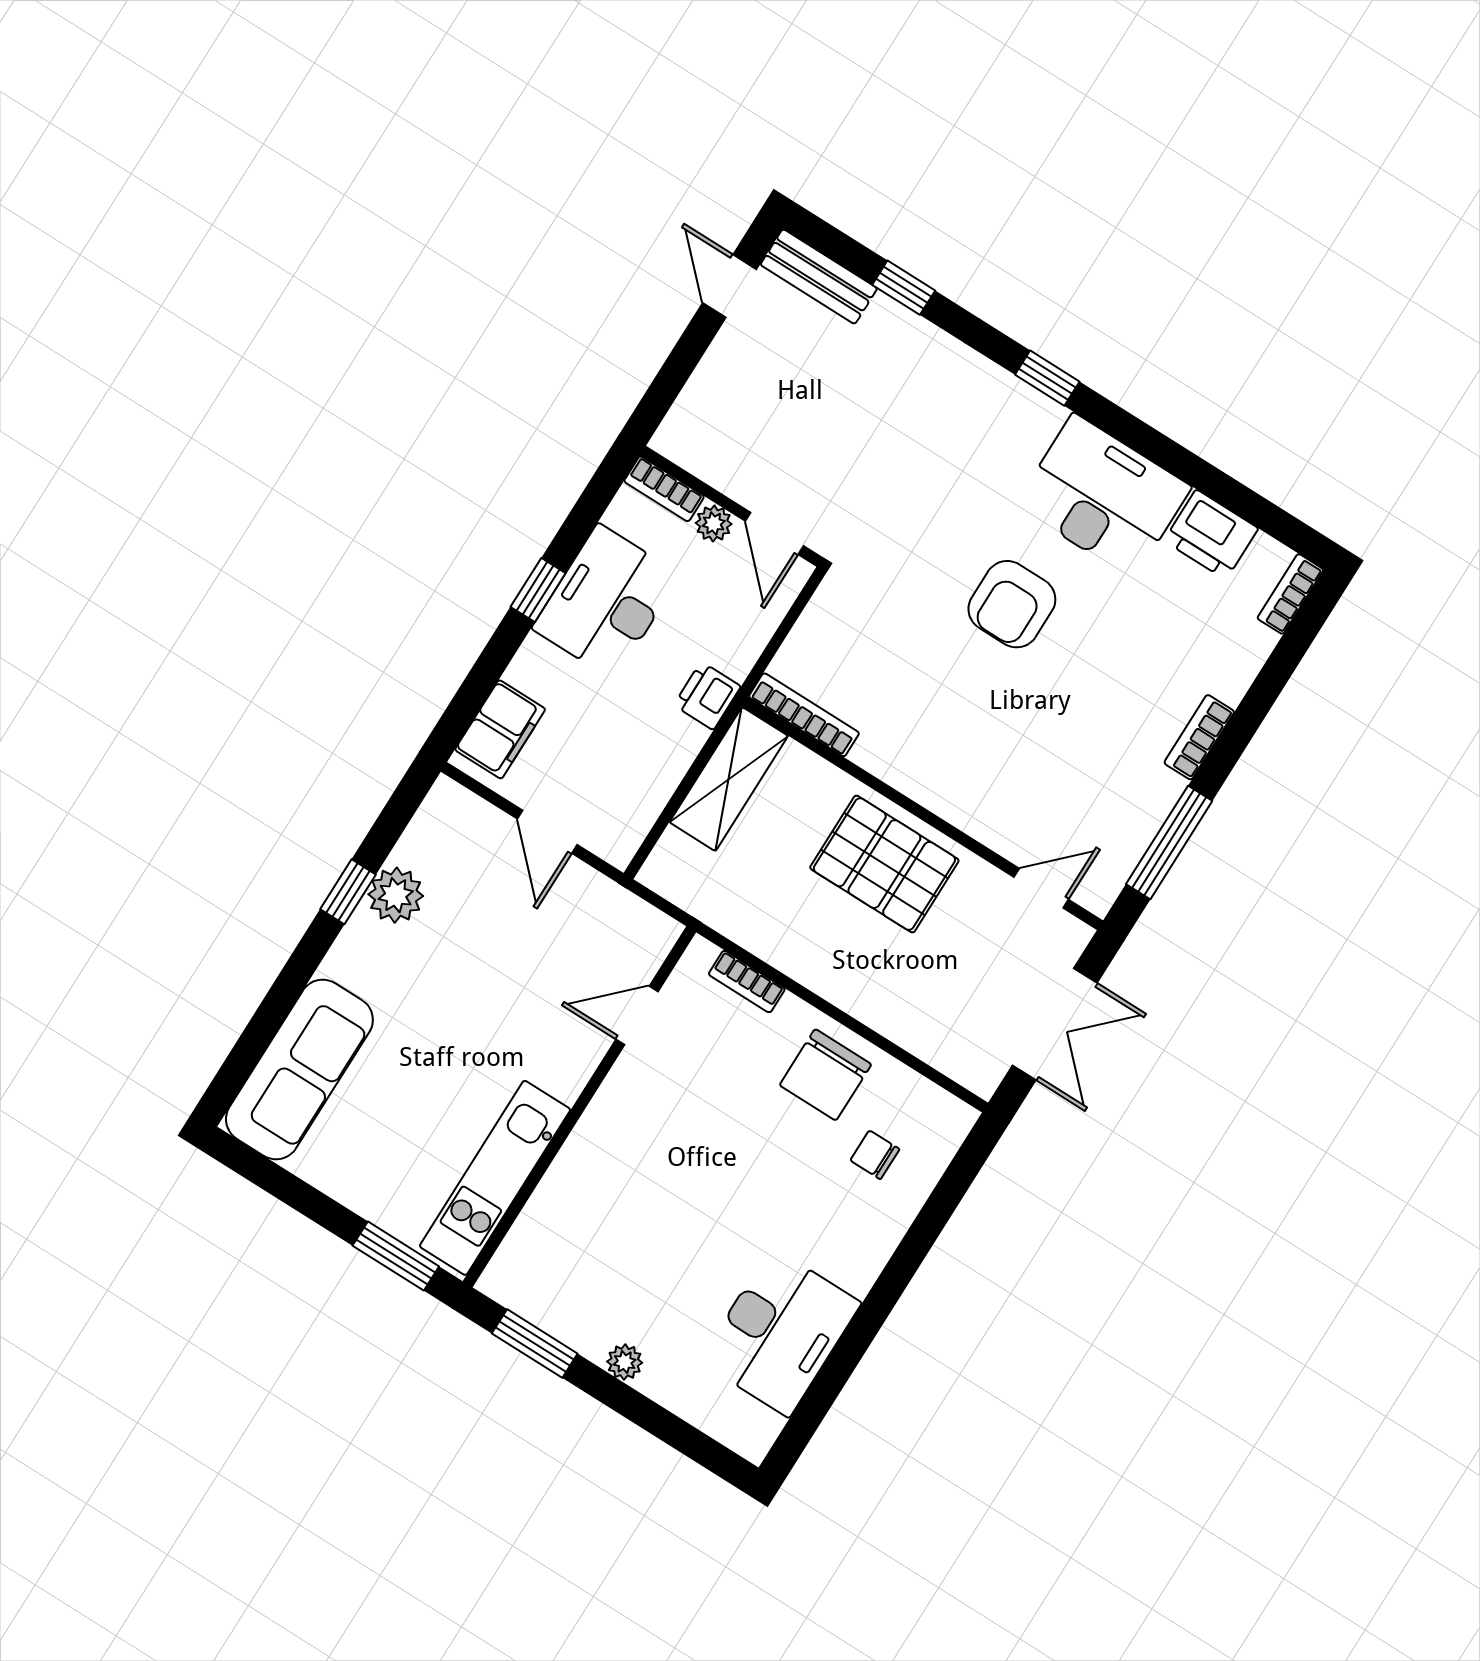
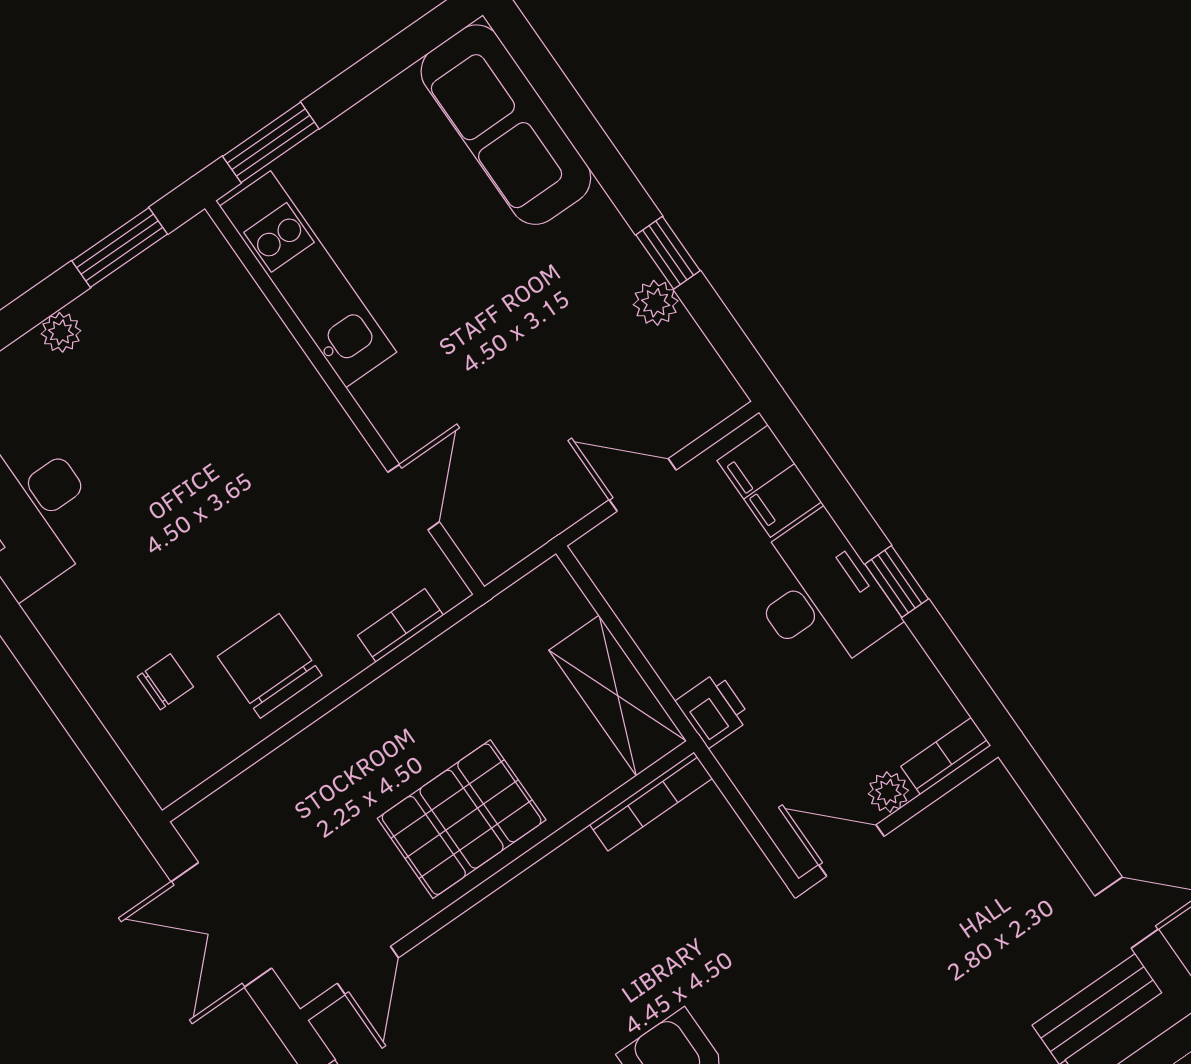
desk: (606, 602) -> (819, 595), moved
plant: (396, 895) -> (656, 303), width x0.73, depth x0.73

